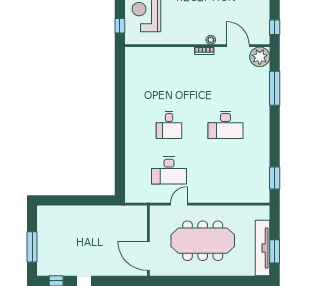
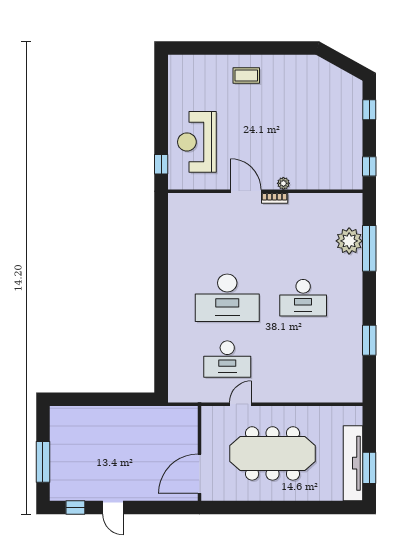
door: (238, 46) -> (246, 191), moved
plant: (260, 57) -> (349, 241), moved
desk: (169, 125) -> (227, 298), width x1.87, depth x1.30
window: (275, 178) -> (369, 340), moved
door: (148, 256) -> (199, 474), hinge flipped

